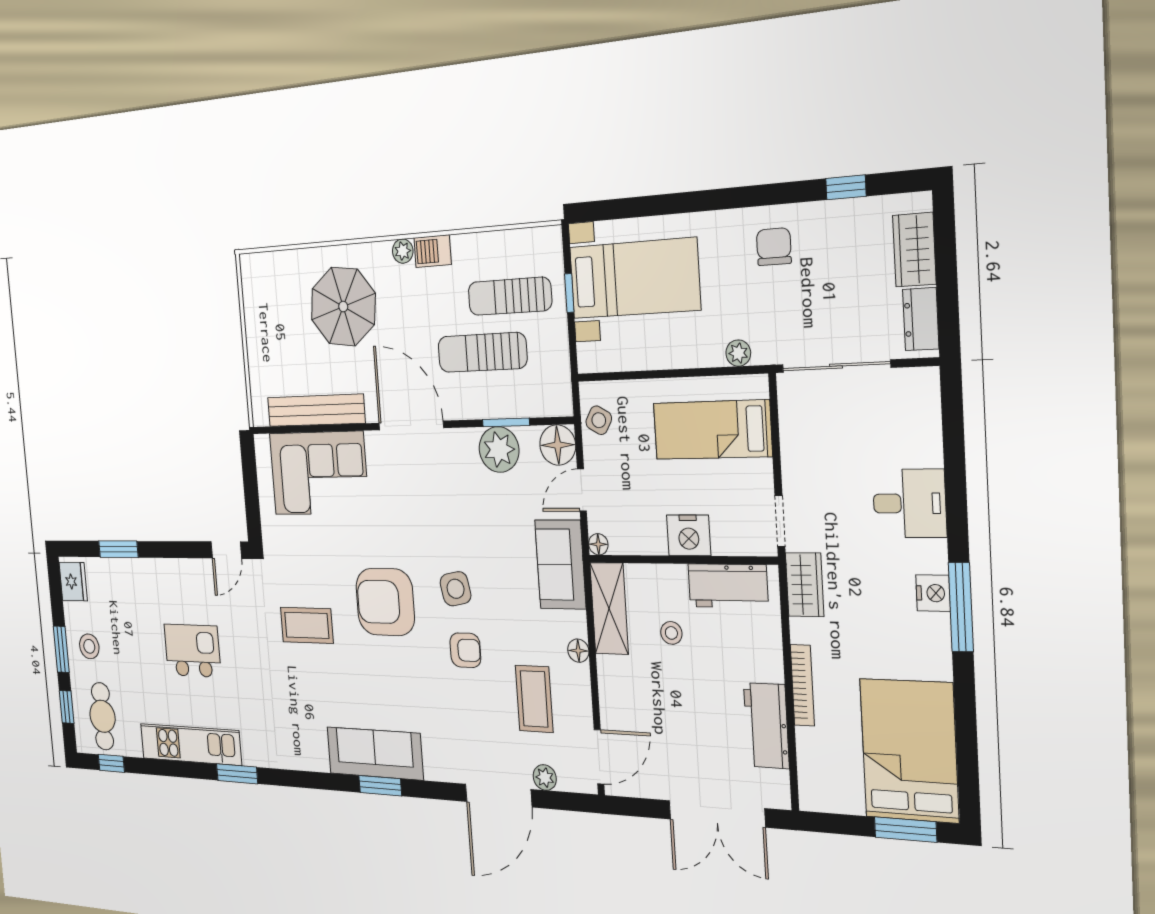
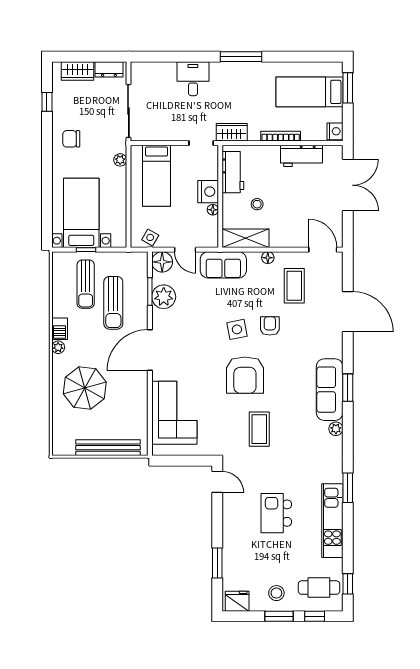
bench: (316, 410) -> (108, 448), moved, turned 90
floor lamp: (598, 544) -> (213, 210), moved
nightstand: (933, 593) -> (335, 131), moved, turned 90
coffee table: (534, 699) -> (294, 286), turned 90
bed: (909, 750) -> (309, 92), width x0.67
plant: (545, 777) -> (336, 429), moved

